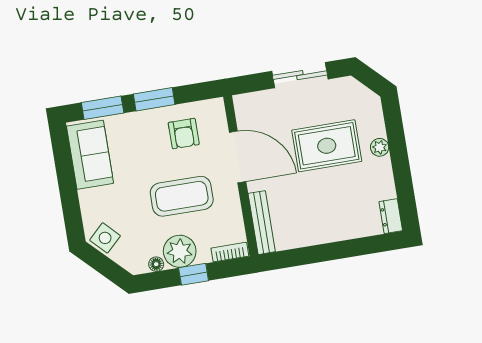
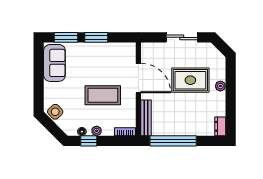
armchair: (184, 134) -> (110, 60), removed
plant: (180, 251) -> (97, 131), width x0.53, depth x0.53
window: (314, 254) -> (173, 141), added
window: (194, 274) -> (89, 141), moved

